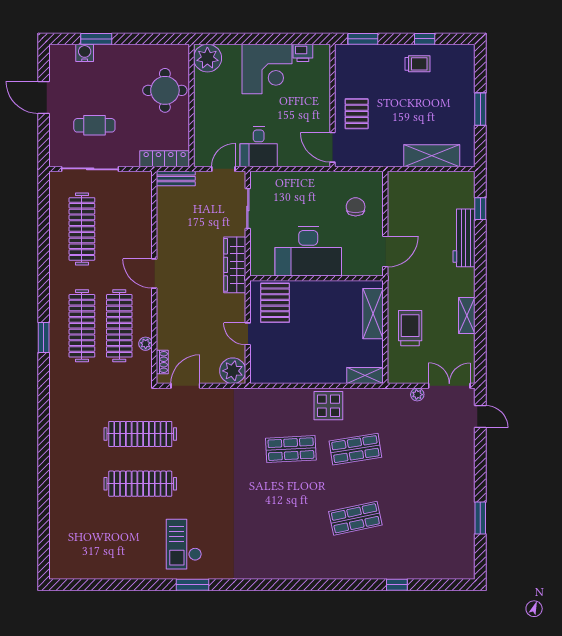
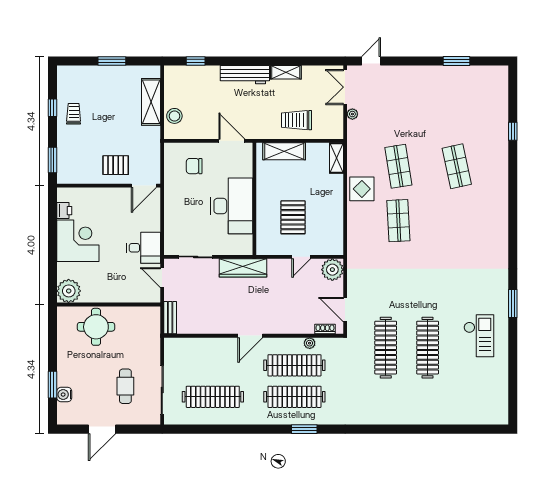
locker: (165, 159) -> (154, 327), removed
stool: (415, 183) -> (174, 116), added
workbench: (464, 238) -> (245, 75), moved
pallet: (275, 303) -> (293, 217), moved, turned 90
checkout: (184, 544) -> (479, 336), moved, turned -90

